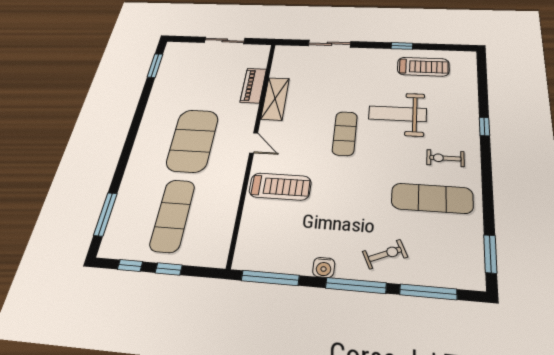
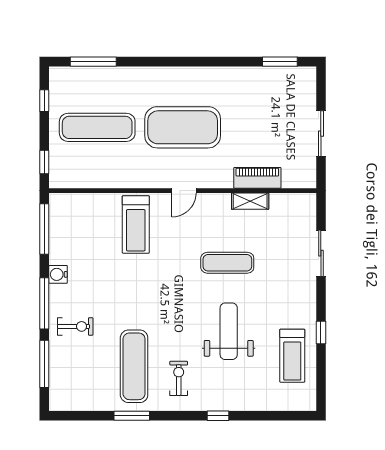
shelving: (275, 99) -> (250, 201), width x0.67, depth x0.75
exercise mat: (345, 133) -> (227, 263), moved
exercise bike: (385, 254) -> (75, 326), turned -66
window: (490, 254) -> (132, 416), moved
window: (169, 269) -> (44, 162), moved

